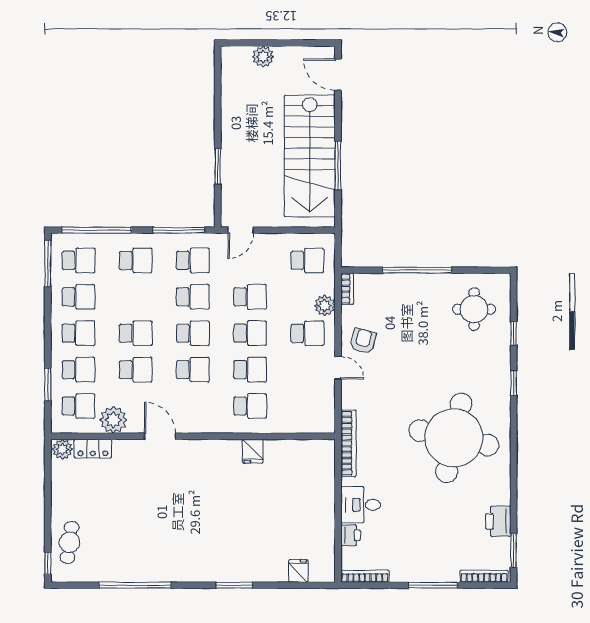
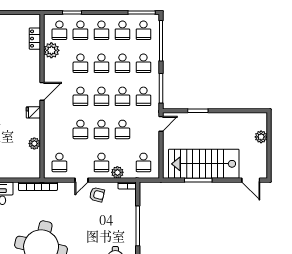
door: (338, 75) -> (251, 180), swing flipped
door: (241, 230) -> (161, 124), swing flipped
school desk: (136, 297) -> (122, 63), added
school desk: (250, 406) -> (59, 162), moved
door: (160, 436) -> (42, 91), moved
plant: (62, 449) -> (34, 144), moved
fridge: (253, 451) -> (33, 112), moved

